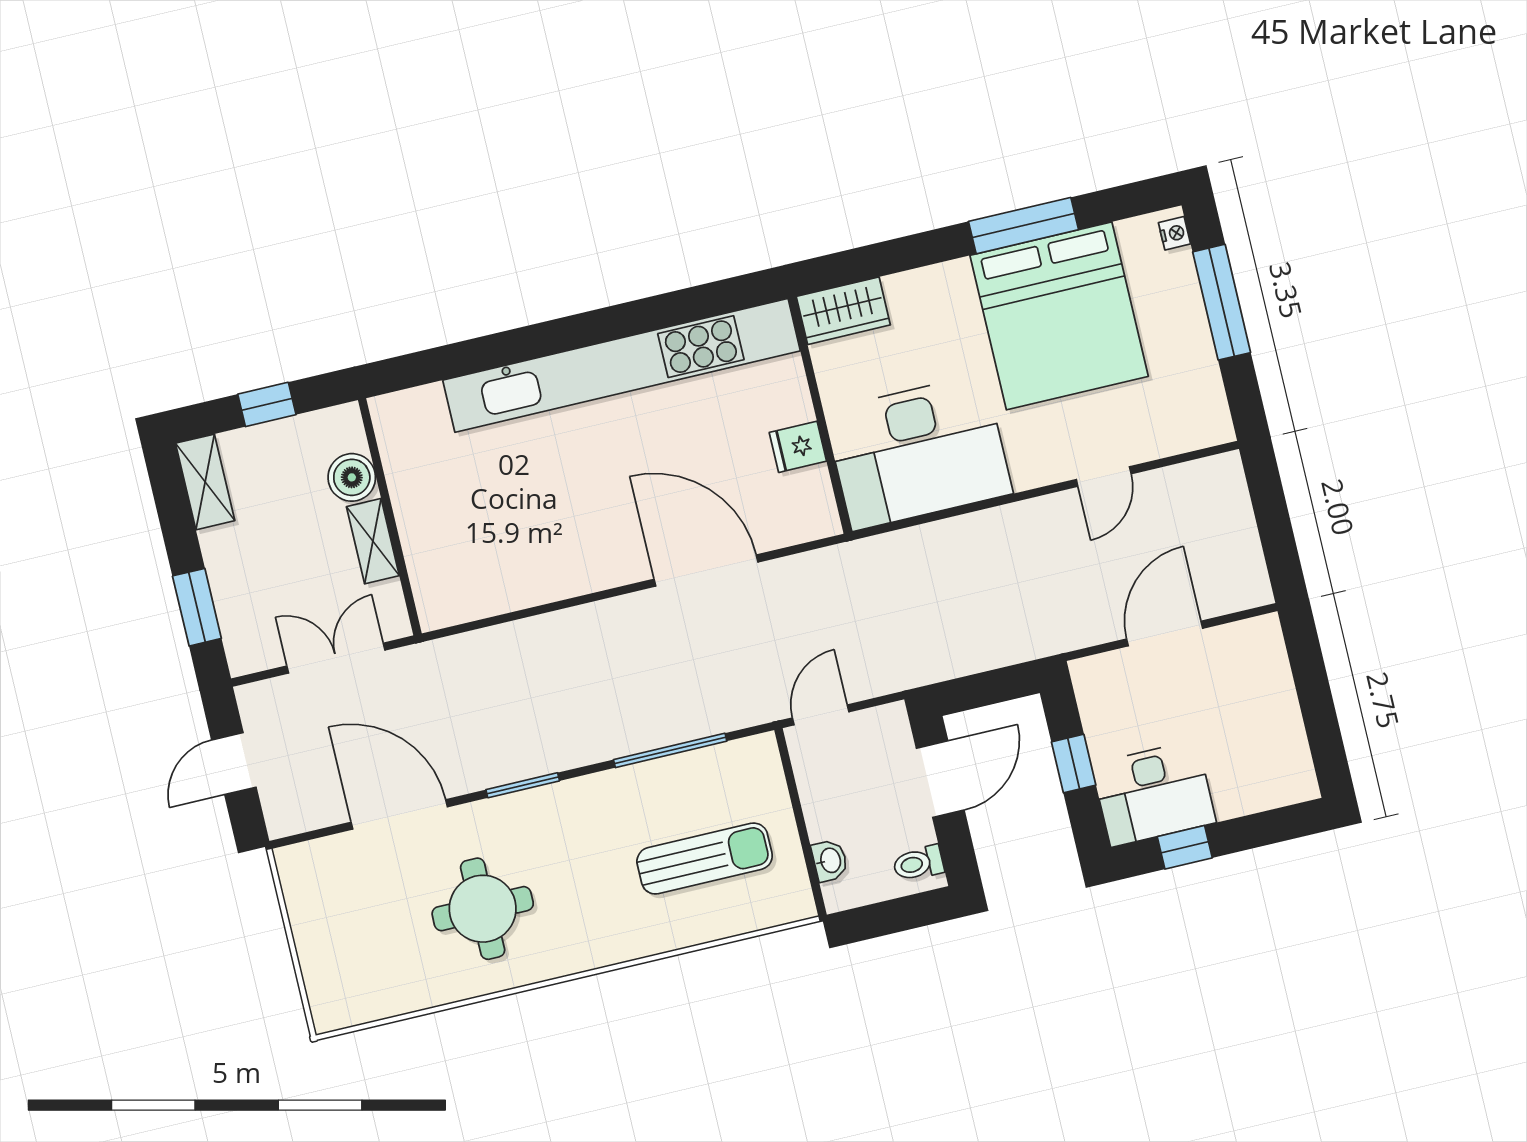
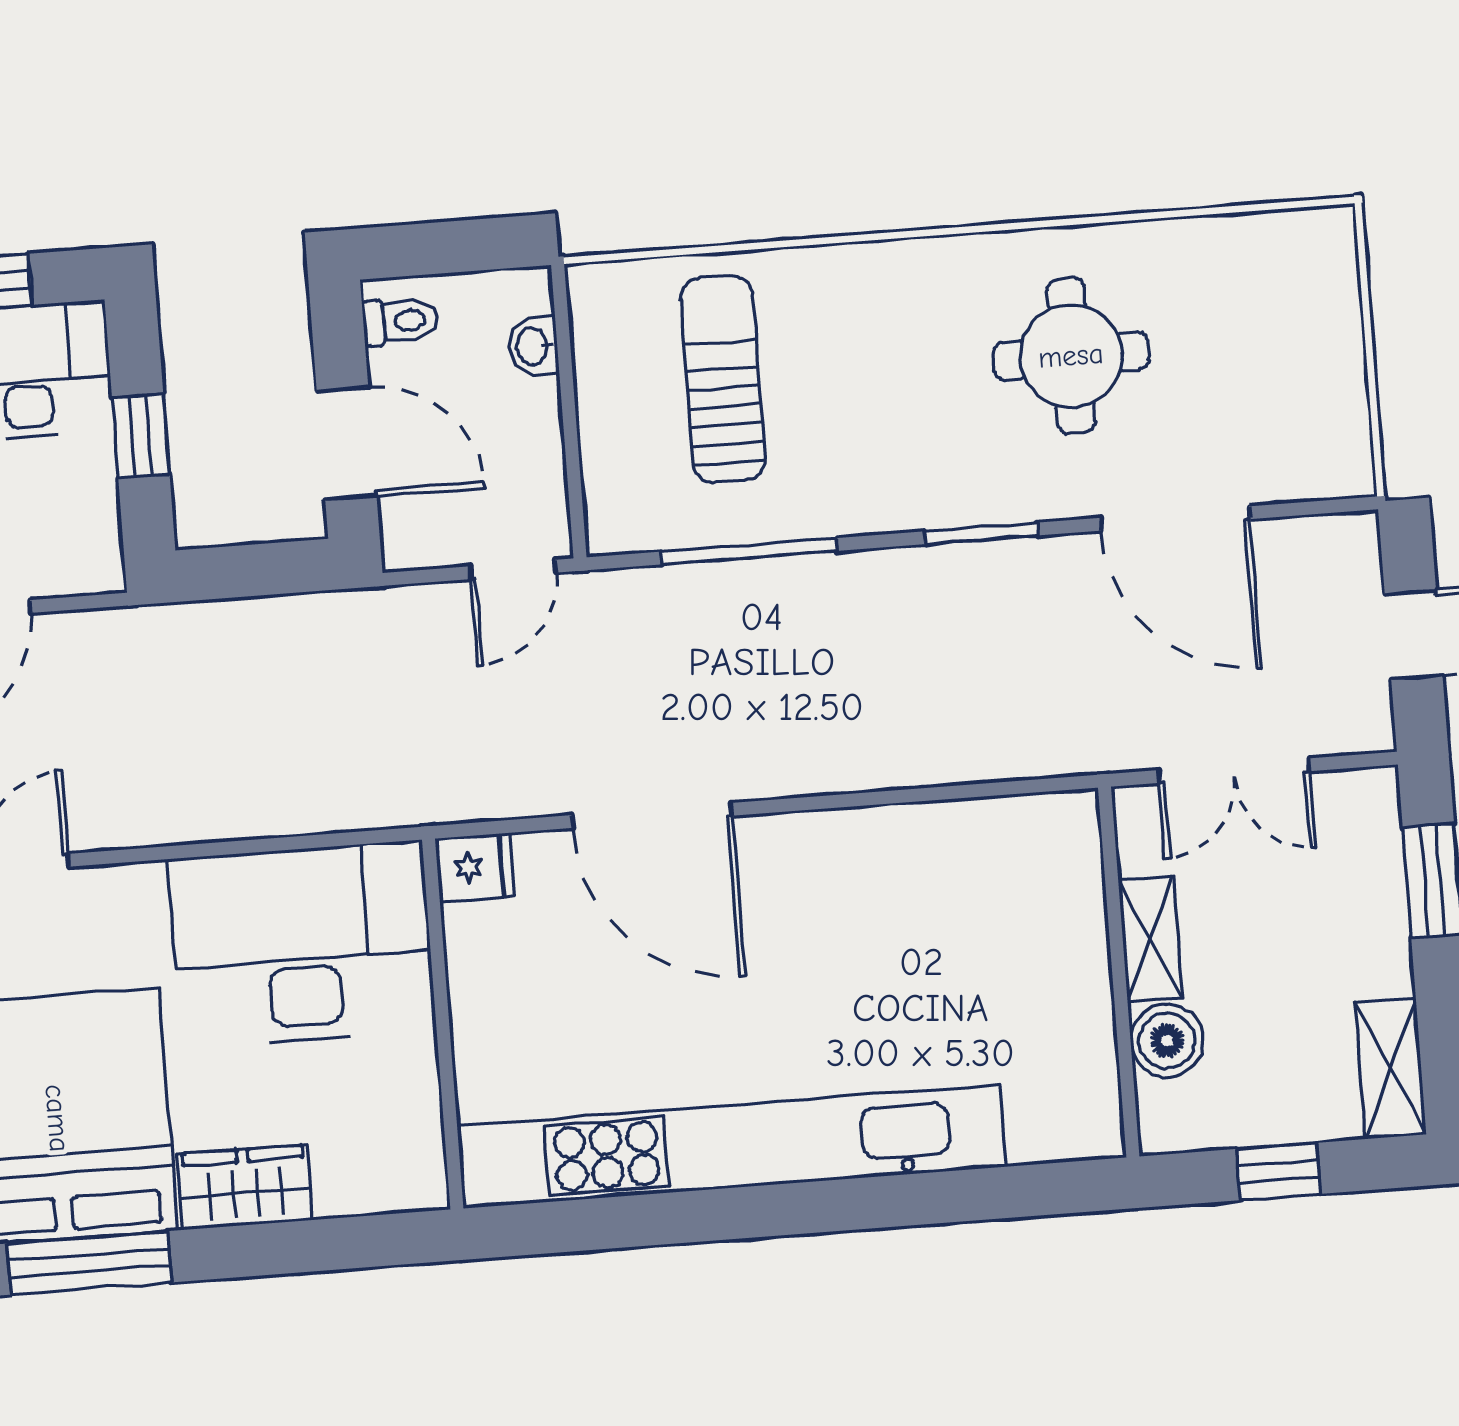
wardrobe: (843, 311) -> (245, 1187), moved
fridge: (798, 447) -> (475, 867), moved
door: (940, 779) -> (347, 444), swing flipped
sun lounger: (705, 859) -> (723, 379), turned 90

